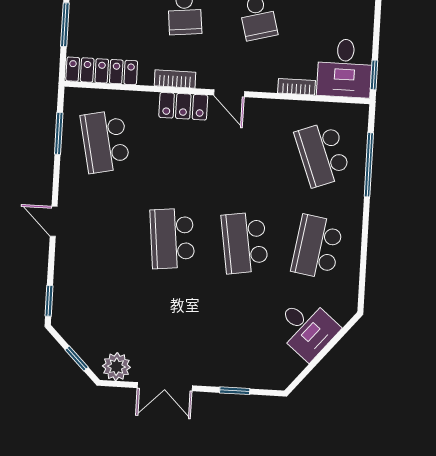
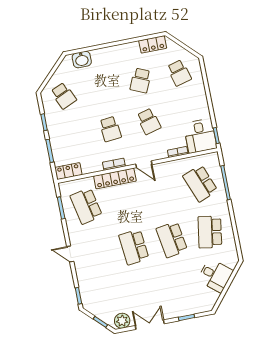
locker: (102, 71) -> (68, 171), width x0.66
locker: (183, 106) -> (115, 179), width x1.53
double door: (165, 387) -> (150, 325), swing flipped

